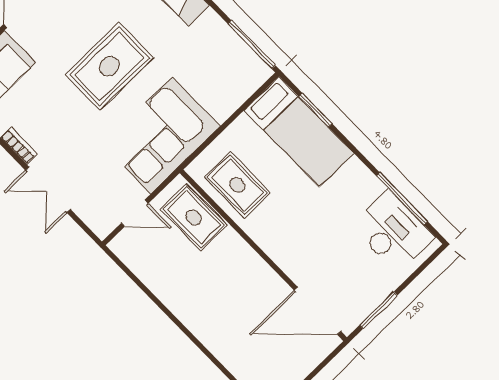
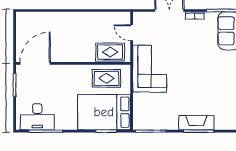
rug: (109, 66) -> (192, 74), removed
bed: (299, 132) -> (104, 112), width x1.50
door: (135, 213) -> (132, 33), hinge flipped

